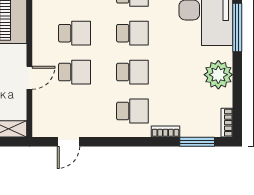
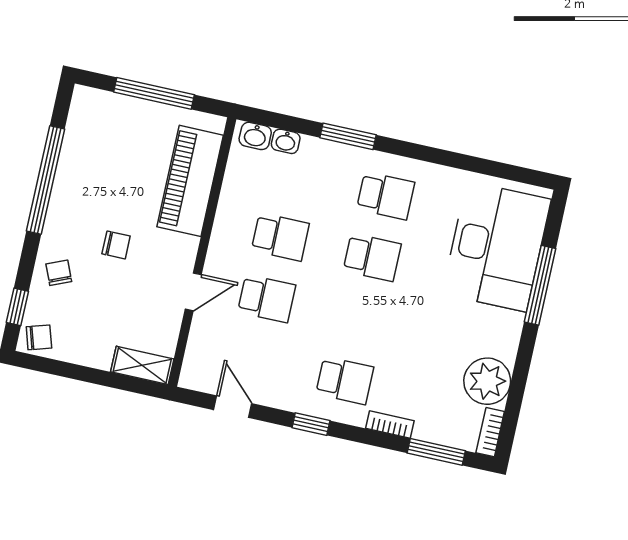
school desk: (132, 72) -> (358, 319), removed
plant: (218, 75) -> (487, 381), moved
door: (68, 142) -> (233, 407), swing flipped
window: (118, 142) -> (311, 424), added

